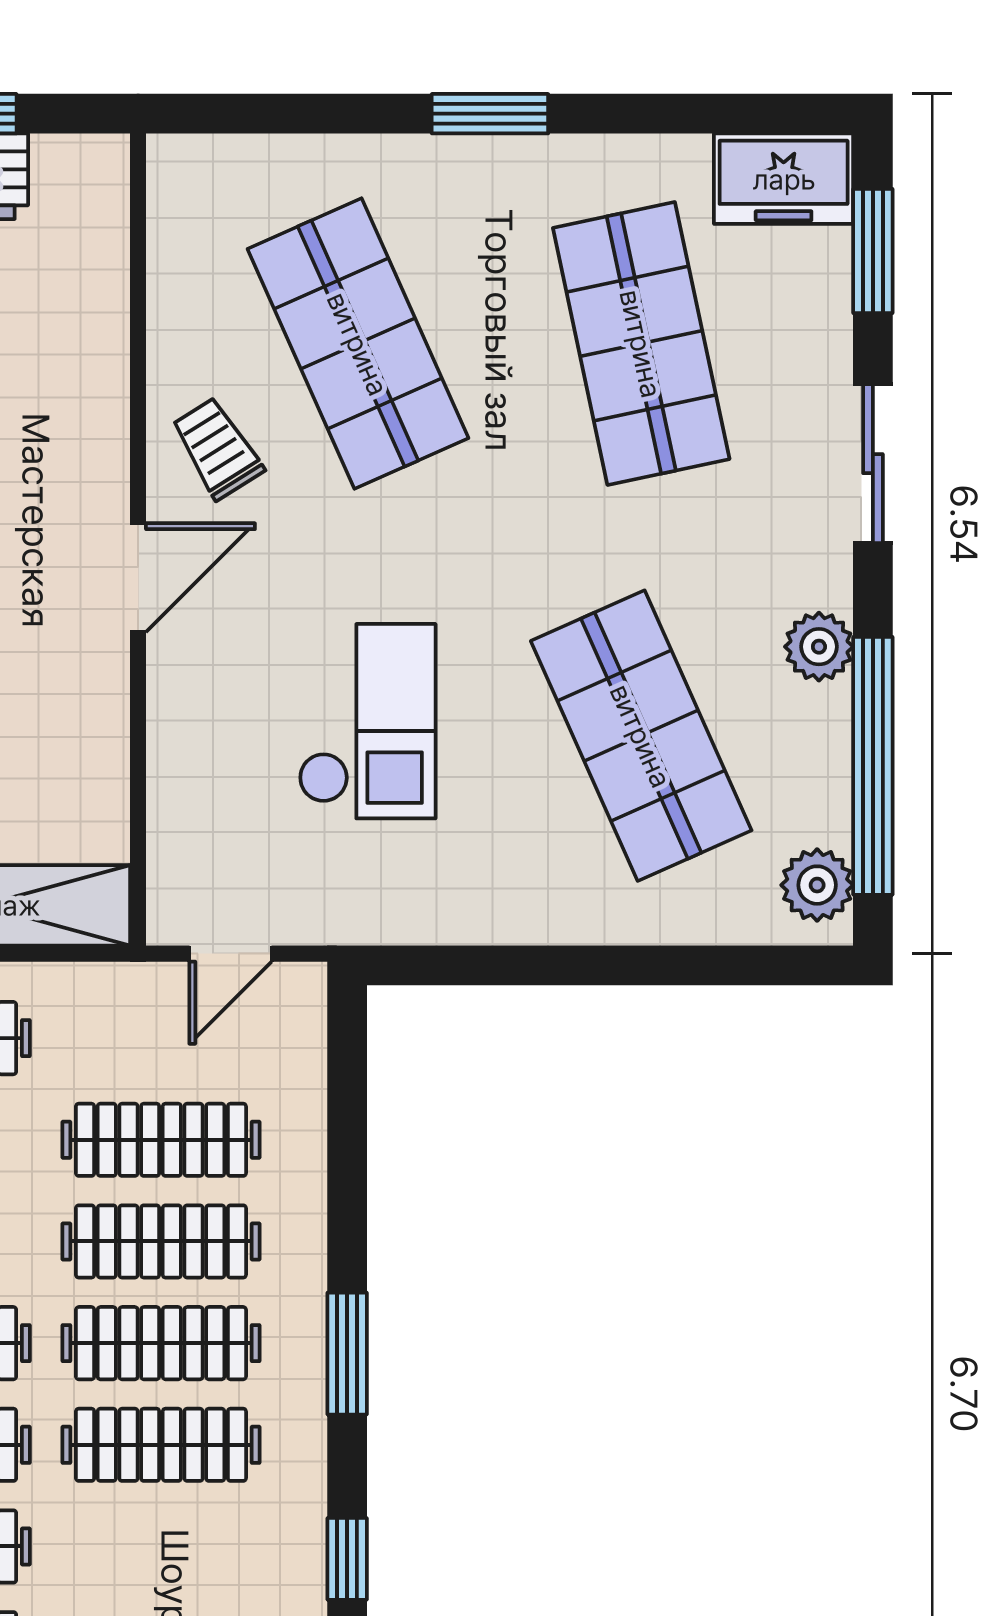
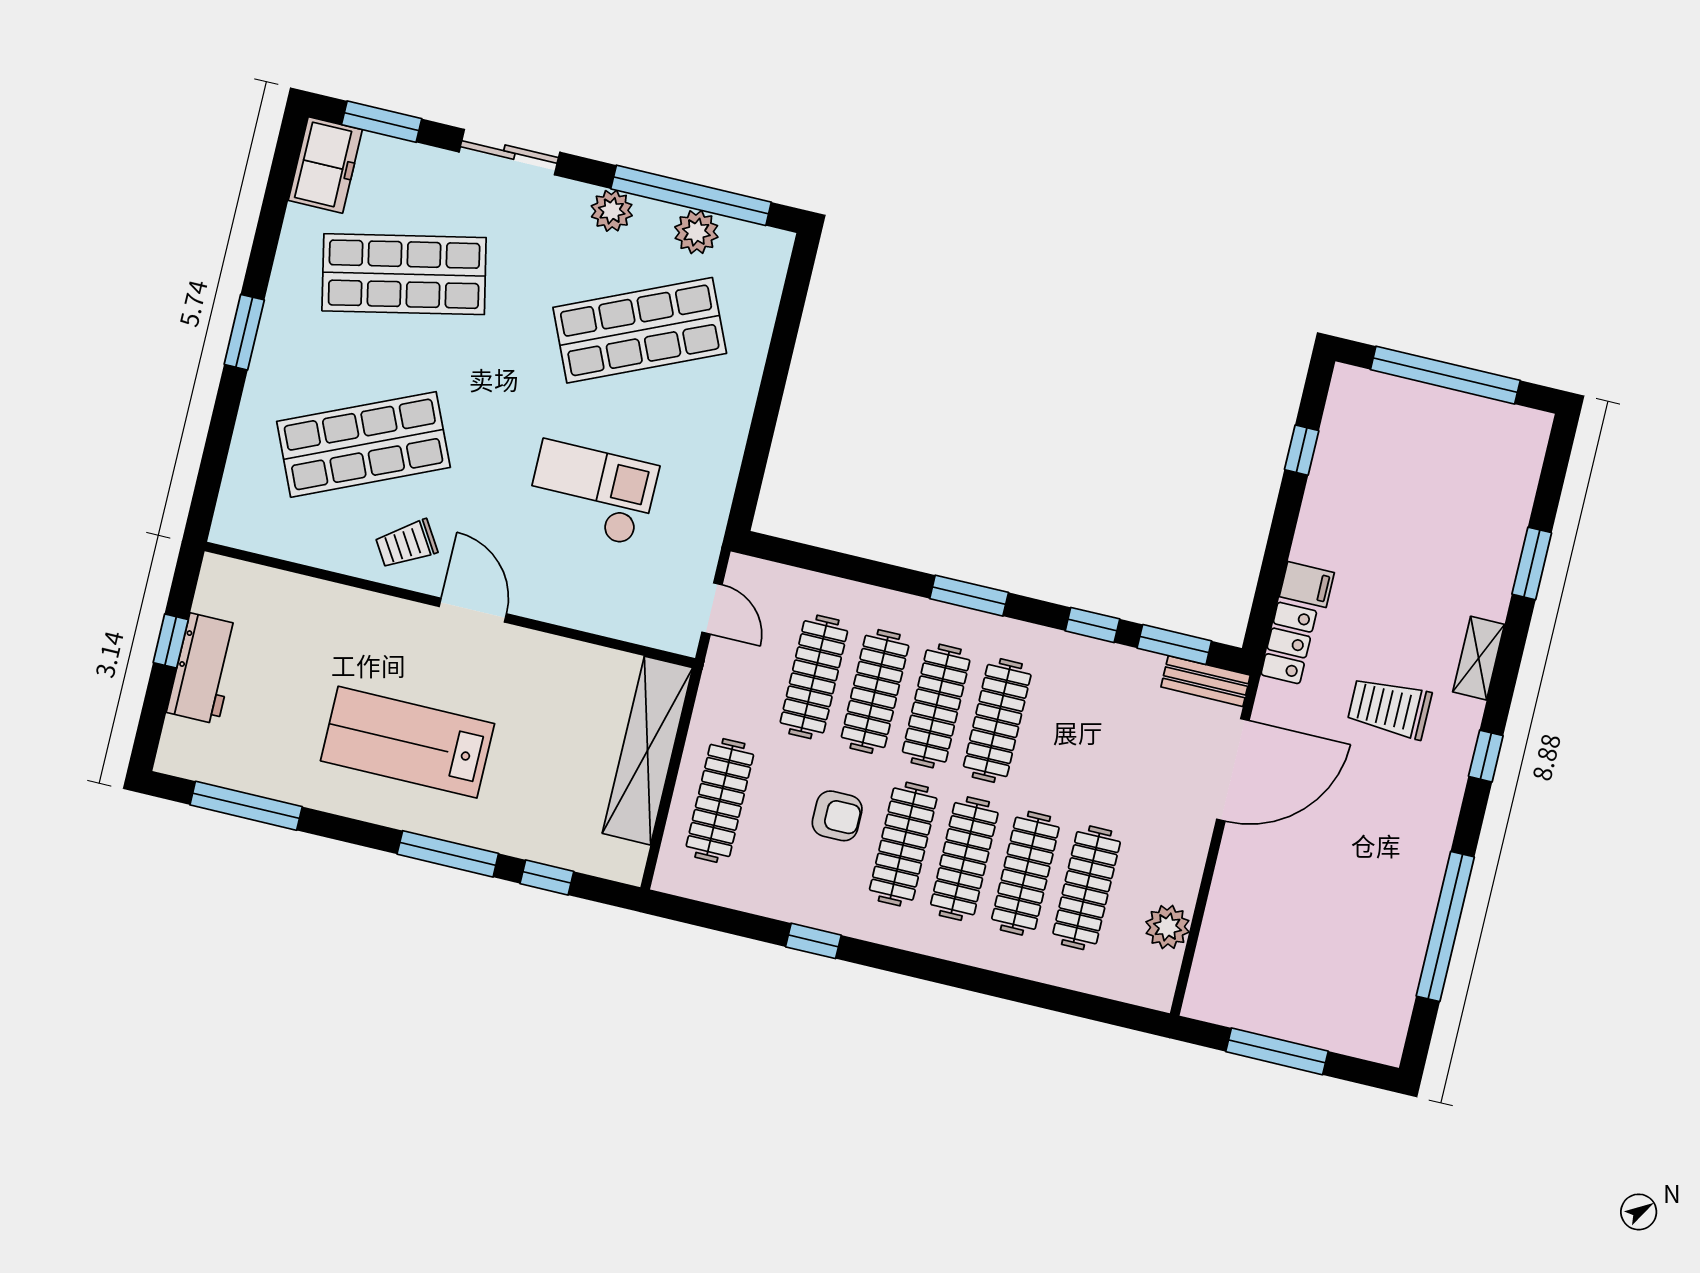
plant: (817, 885) -> (696, 232), moved

